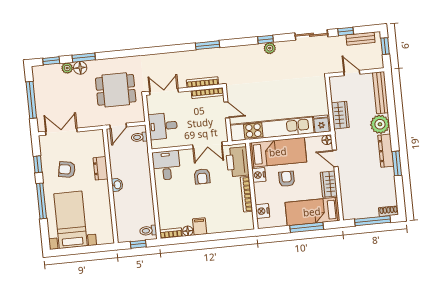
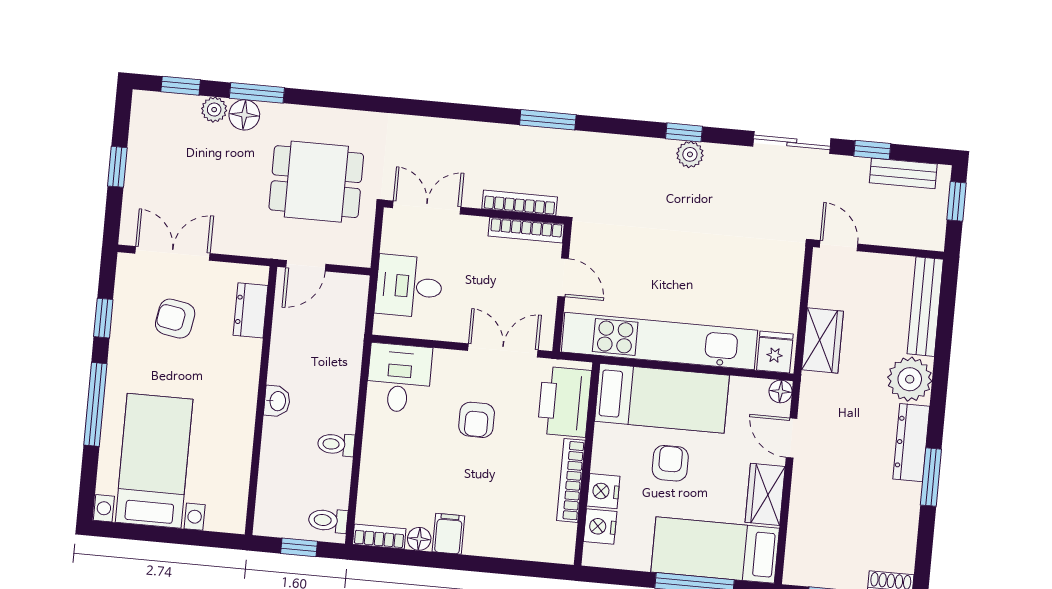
door: (352, 73) -> (839, 246), moved
window: (31, 100) -> (117, 167), width x0.46
toilet: (139, 137) -> (336, 444), moved
double door: (207, 145) -> (503, 350), swing flipped
dresser: (101, 168) -> (251, 310), moved
armchair: (67, 169) -> (175, 319), moved
nightstand: (259, 175) -> (603, 491), moved

